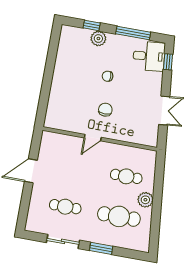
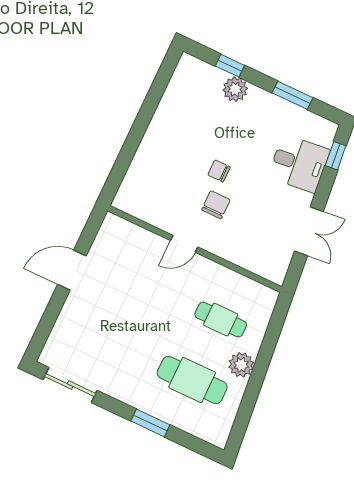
window: (133, 33) -> (293, 95), width x0.69
desk: (149, 56) -> (299, 163), moved
chair: (108, 76) -> (219, 171), moved
cafe table: (65, 207) -> (111, 342), removed
sliding door: (63, 241) -> (70, 385), moved

